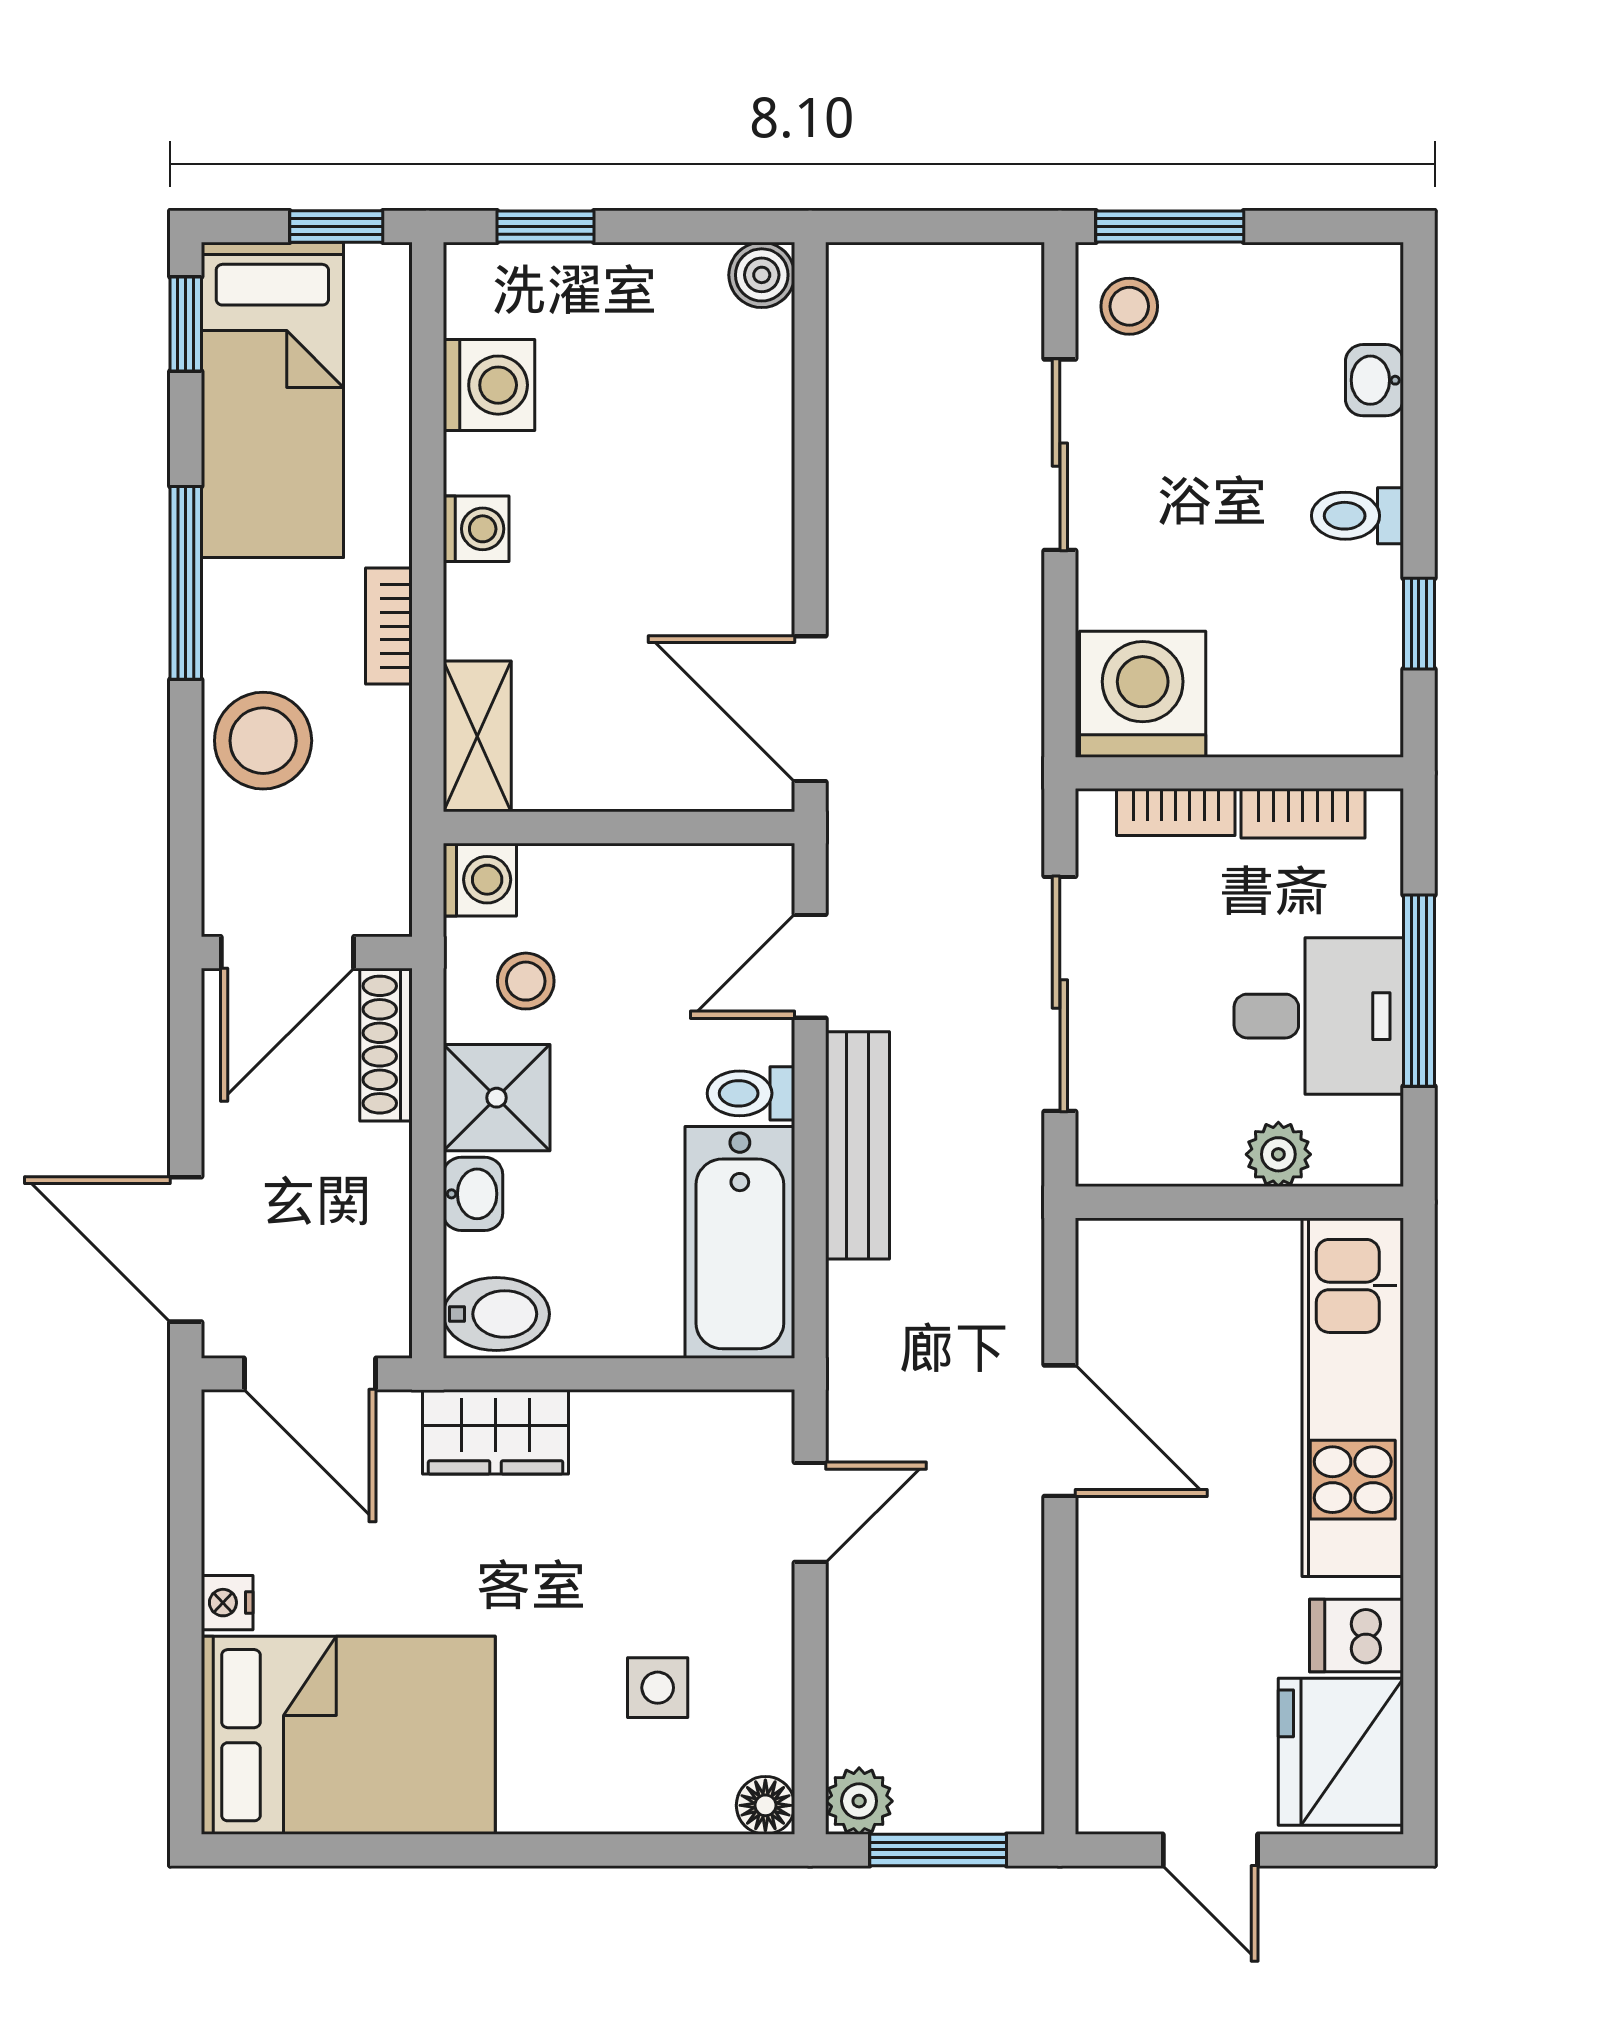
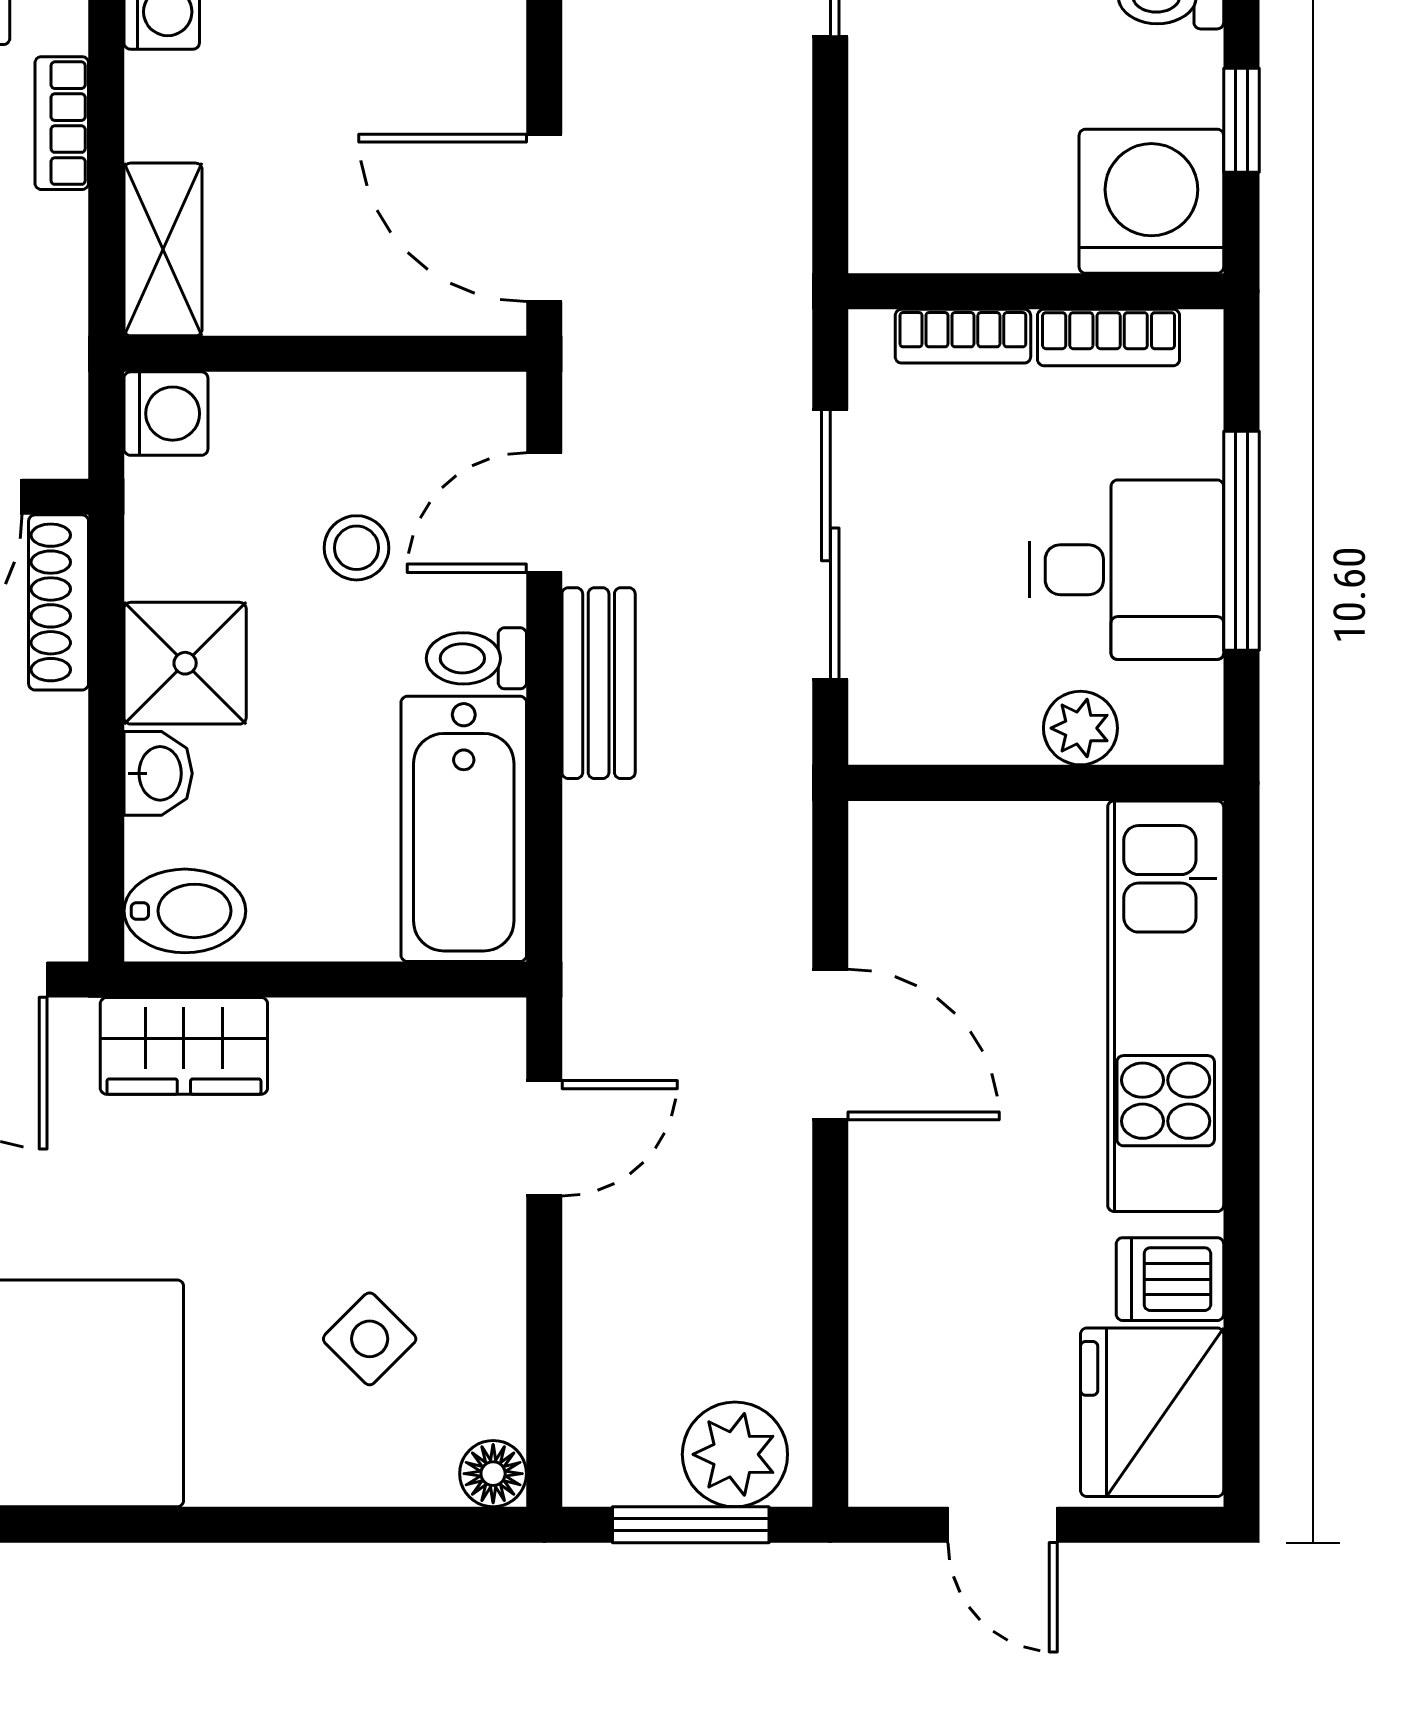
washing machine: (1143, 694) -> (1151, 201), moved
stool: (526, 981) -> (357, 548), moved
bench: (858, 1145) -> (599, 683), width x0.73
side table: (658, 1688) -> (370, 1339), turned 45
plant: (859, 1801) -> (735, 1454), moved, width x1.38, depth x1.38

